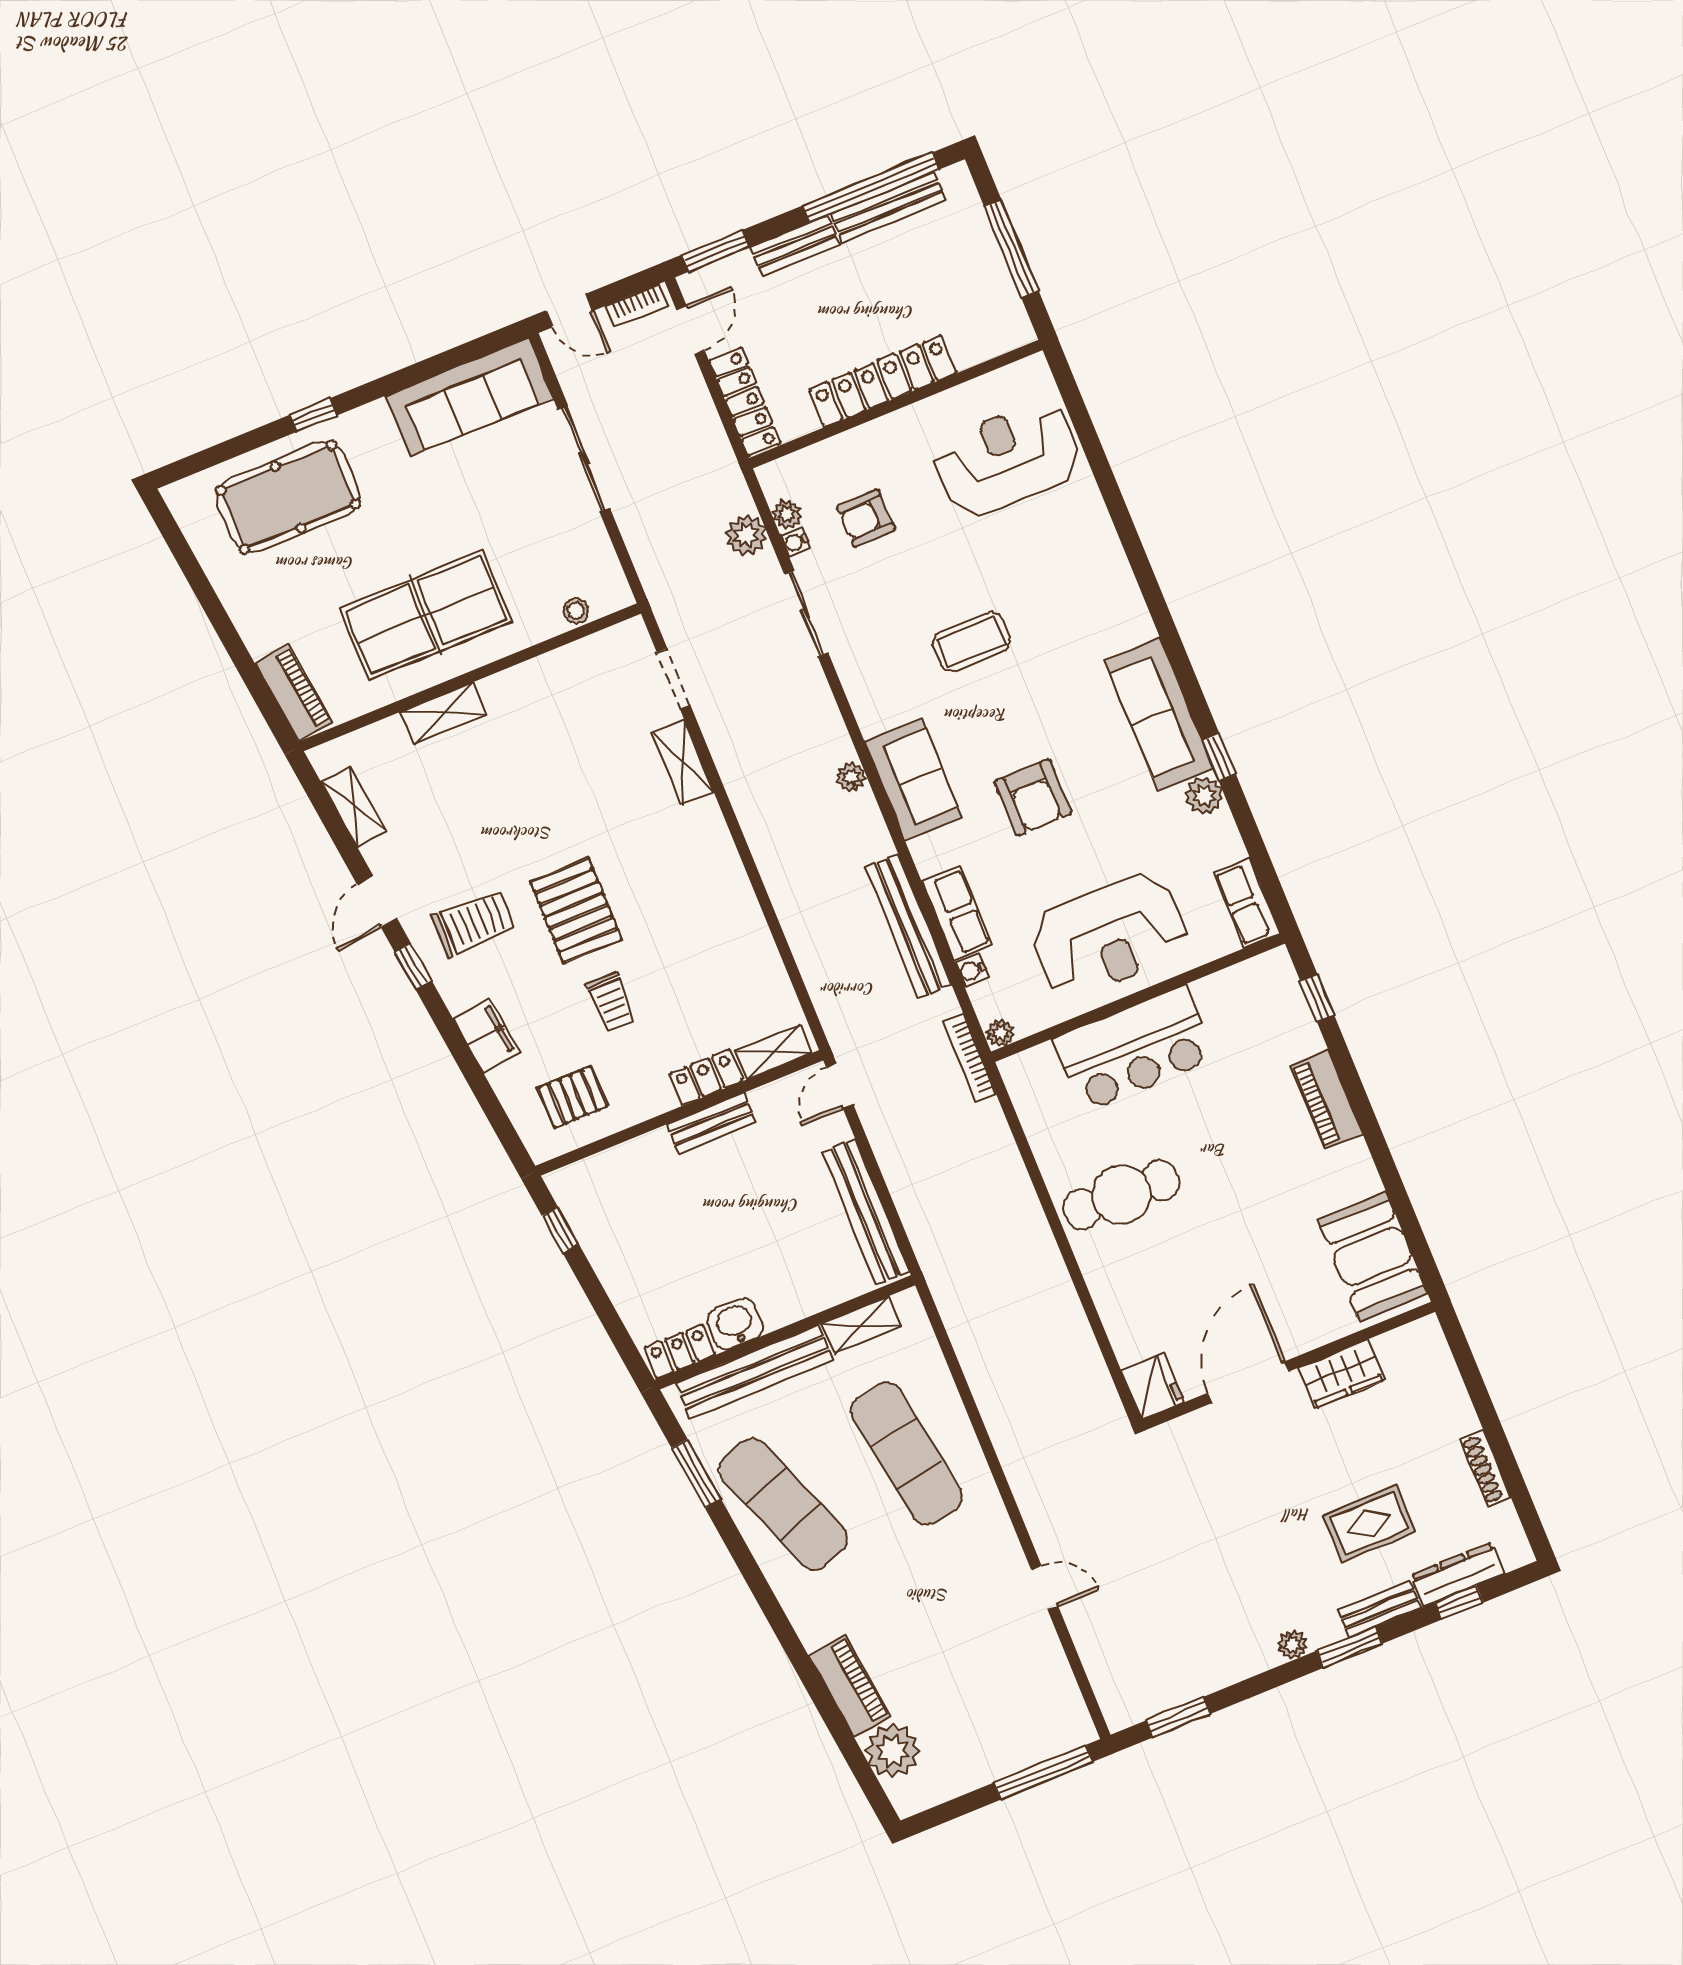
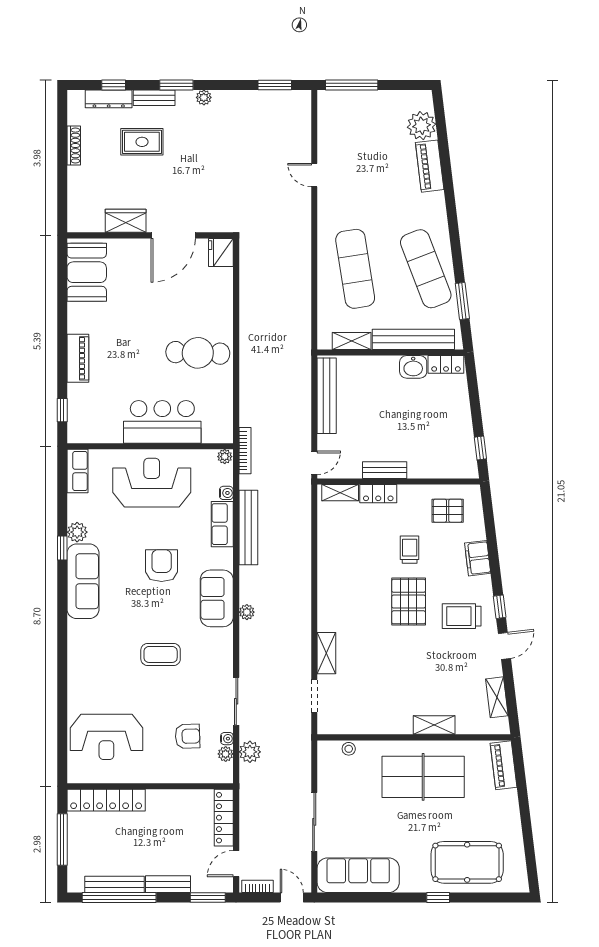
locker: (883, 381) -> (106, 800), moved

